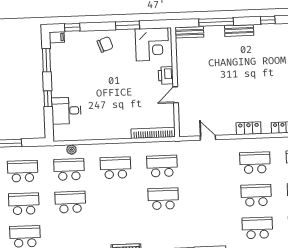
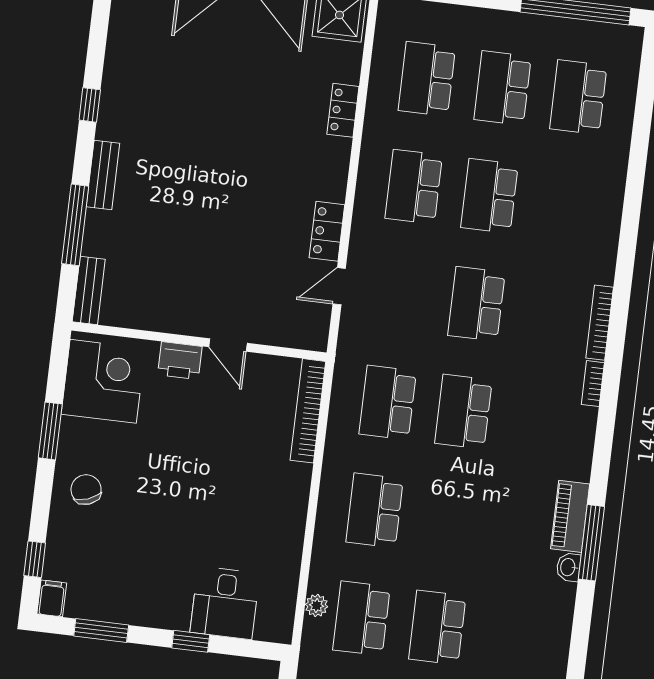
locker: (249, 128) -> (327, 231), moved
school desk: (257, 228) -> (476, 304), moved

